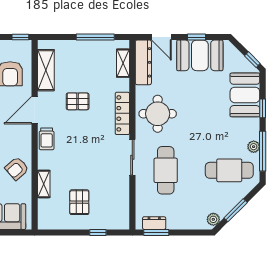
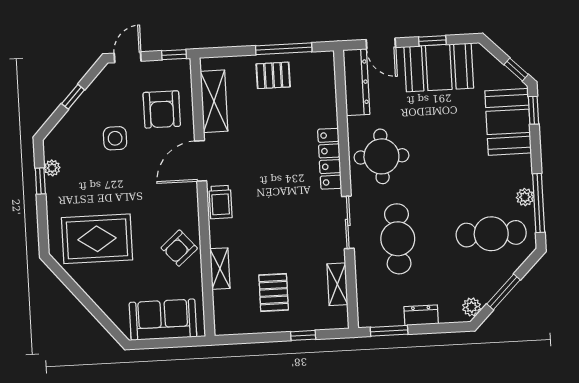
shelving: (123, 63) -> (337, 284), moved
pallet: (78, 101) -> (273, 75), moved
window: (263, 108) -> (534, 110), moved
dresser: (154, 223) -> (421, 315), moved

